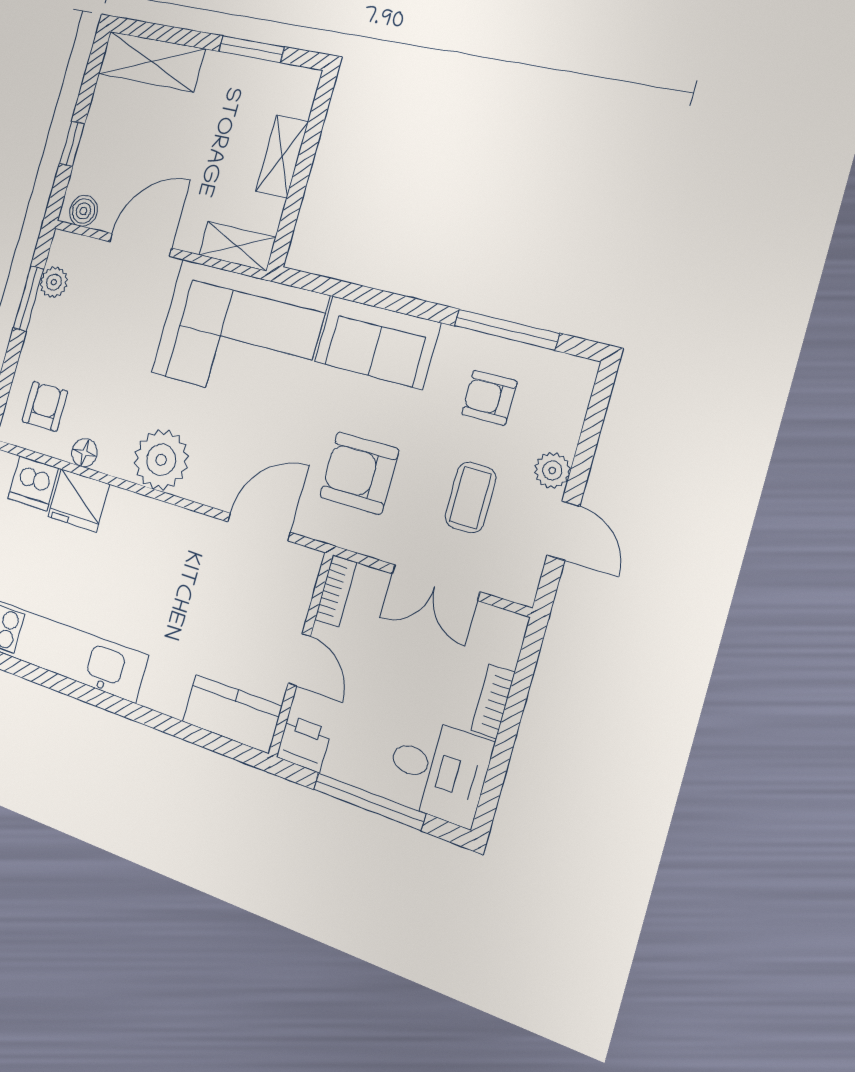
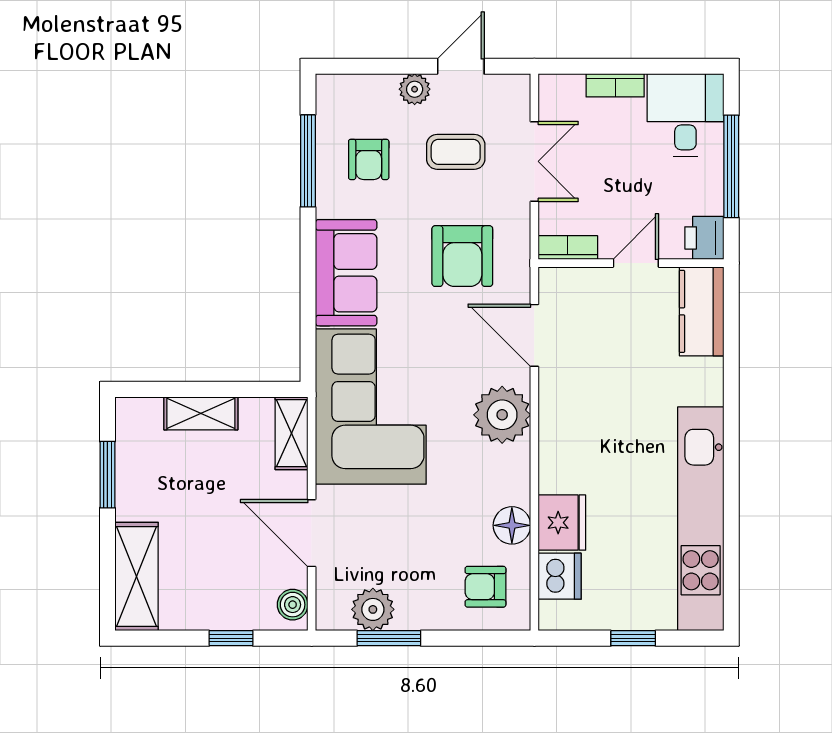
plant: (54, 282) -> (373, 609), width x1.38, depth x1.38
floor lamp: (84, 453) -> (512, 525), width x1.37, depth x1.37
plant: (161, 460) -> (502, 415), moved

